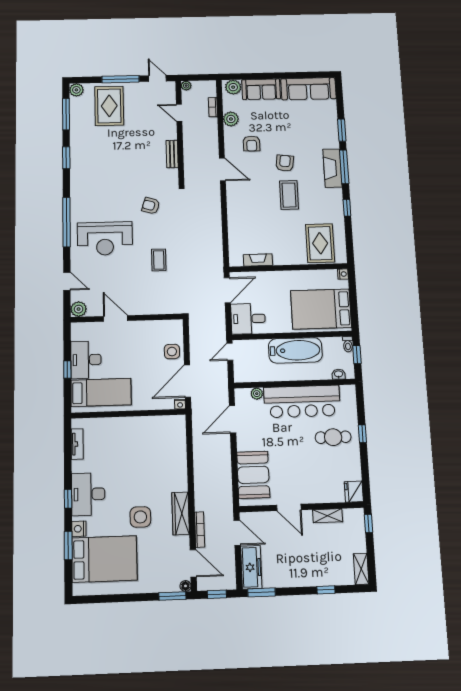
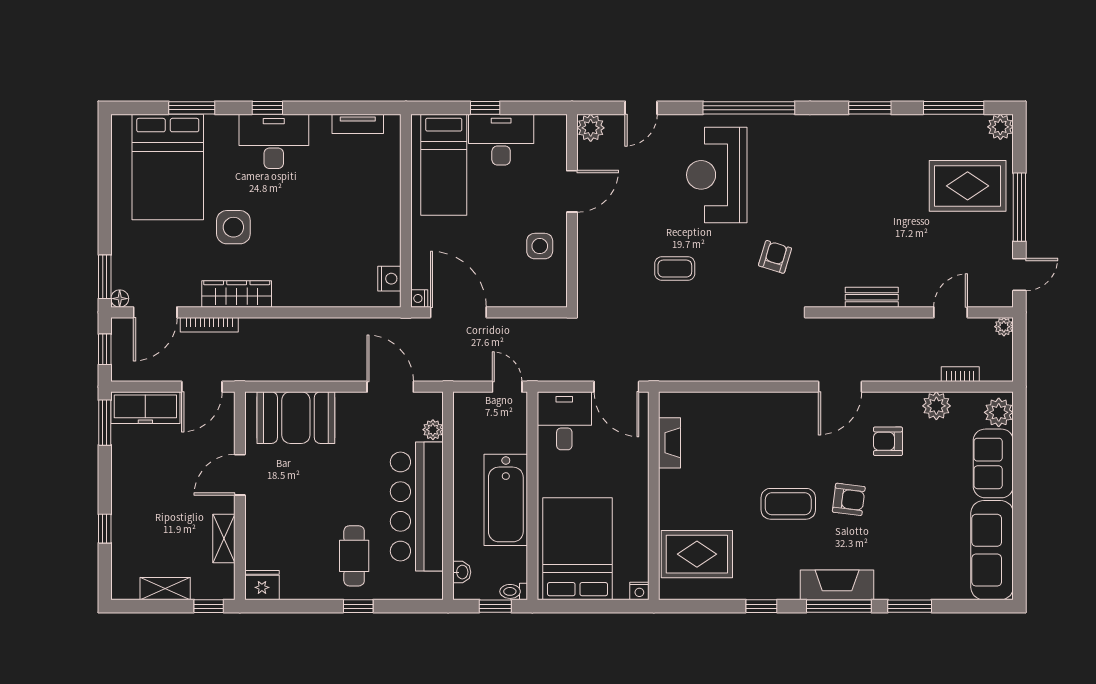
side table: (172, 352) -> (540, 246), moved
nightstand: (79, 529) -> (389, 279), moved, turned 90
shelving: (361, 569) -> (165, 589), moved

